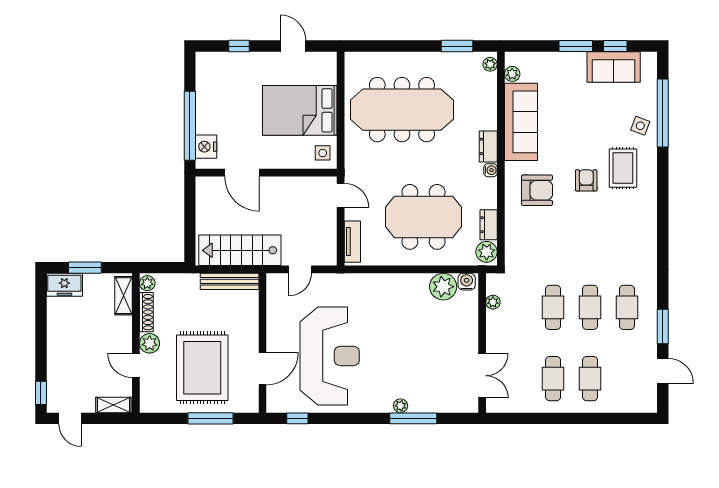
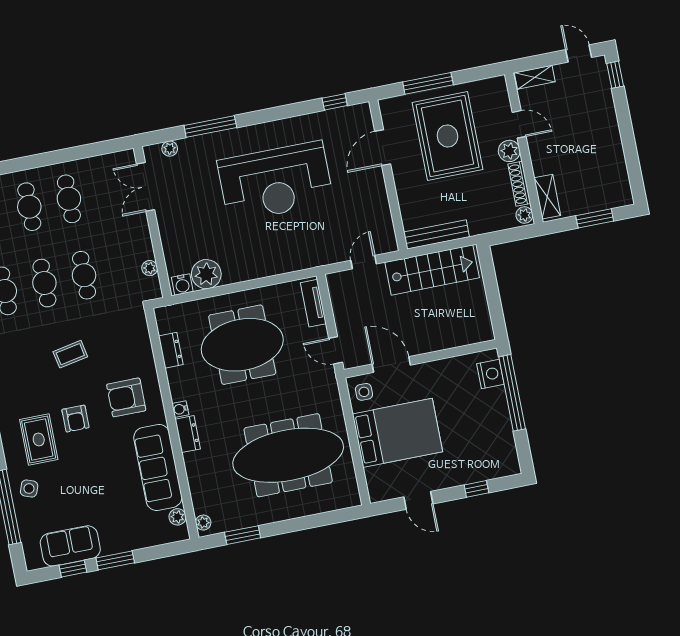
door: (242, 173) -> (391, 365), moved
coffee table: (579, 239) -> (70, 354), added
plant: (487, 252) -> (167, 321), removed
freezer: (64, 285) -> (613, 196), removed
reception desk: (330, 356) -> (275, 182), moved, turned -90
plant: (401, 406) -> (170, 149), moved

